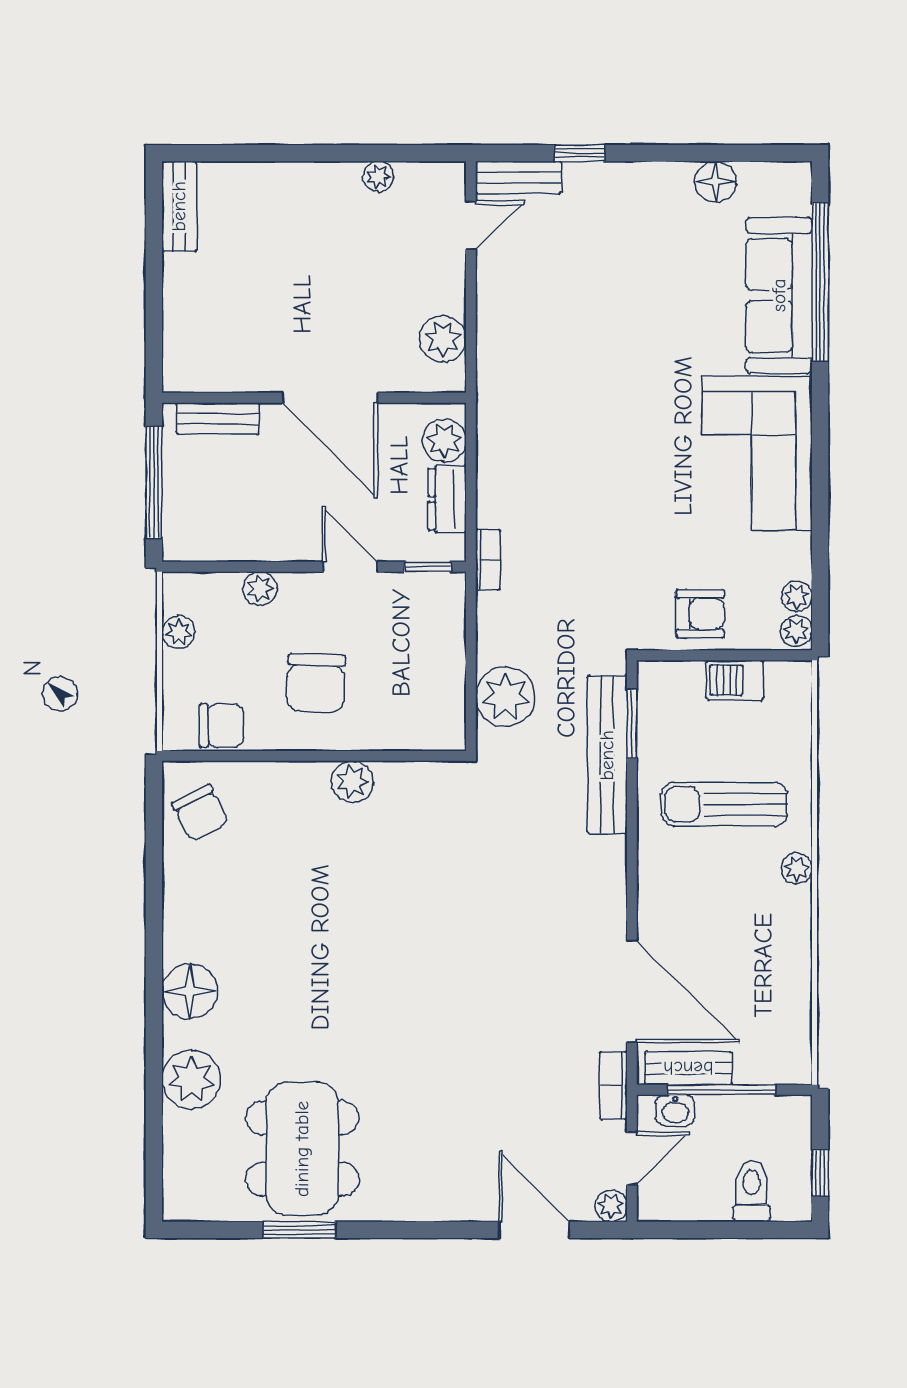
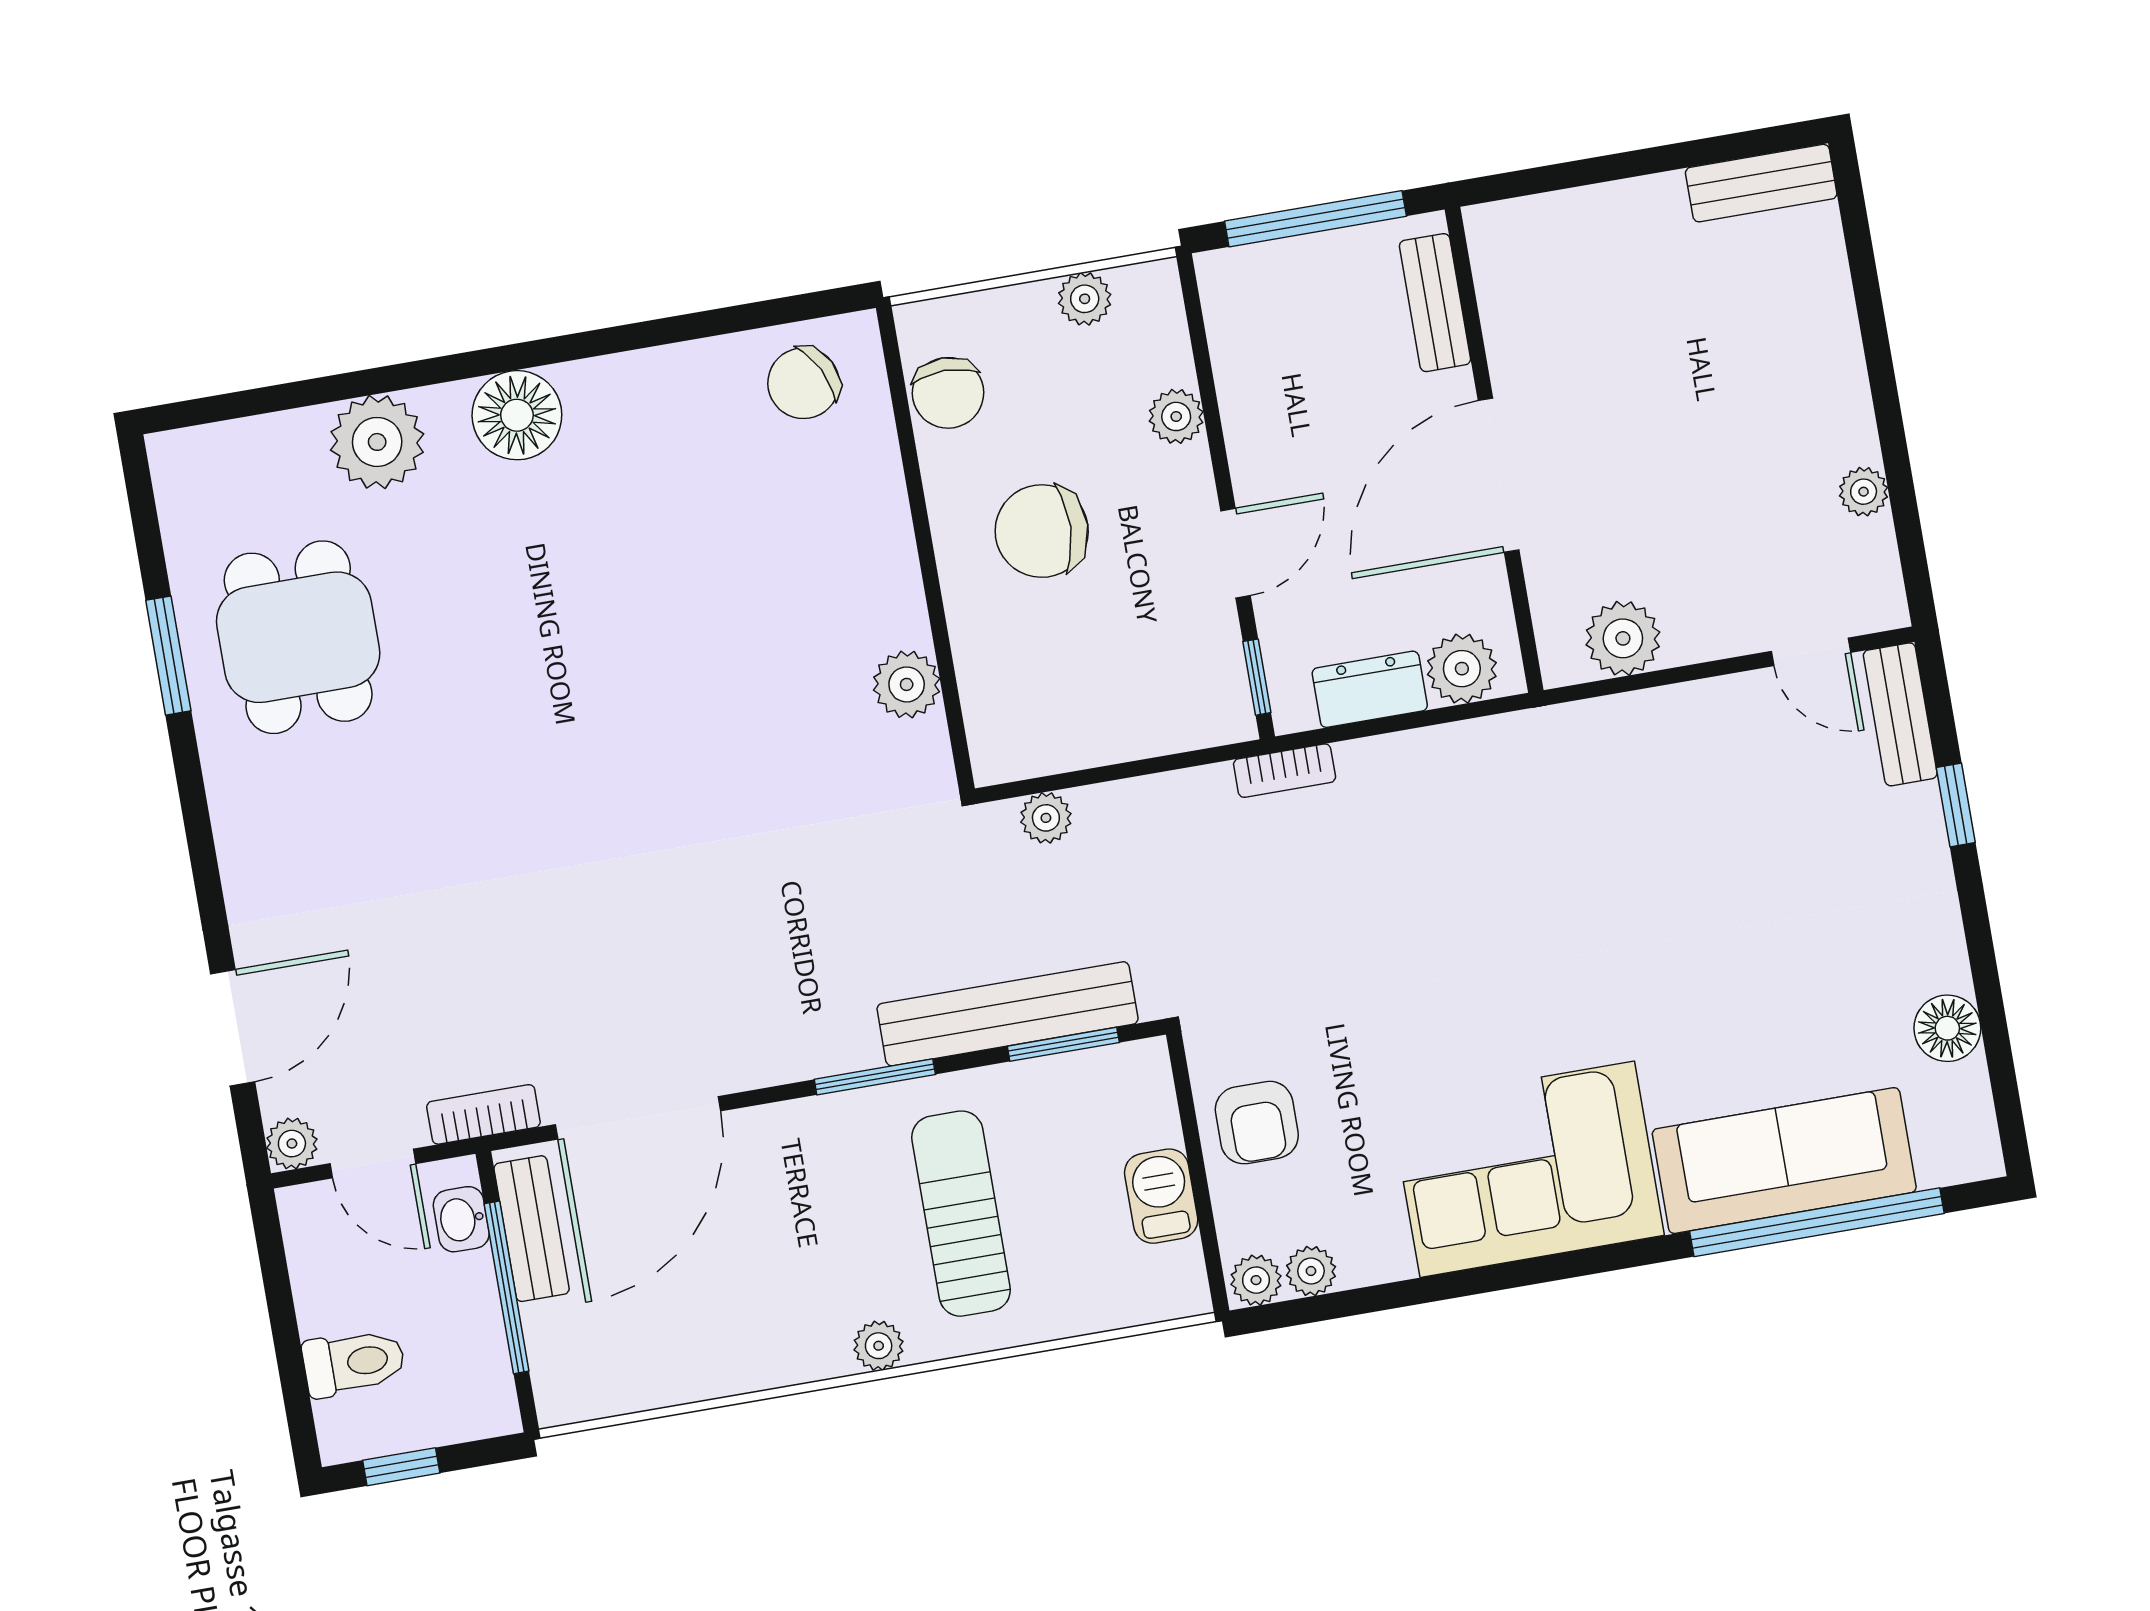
plant: (506, 697) -> (1046, 818), width x0.53, depth x0.53
plant: (352, 782) -> (907, 684), moved
window: (632, 842) -> (875, 1077), added
dining table: (302, 1149) -> (298, 637), width x0.73

